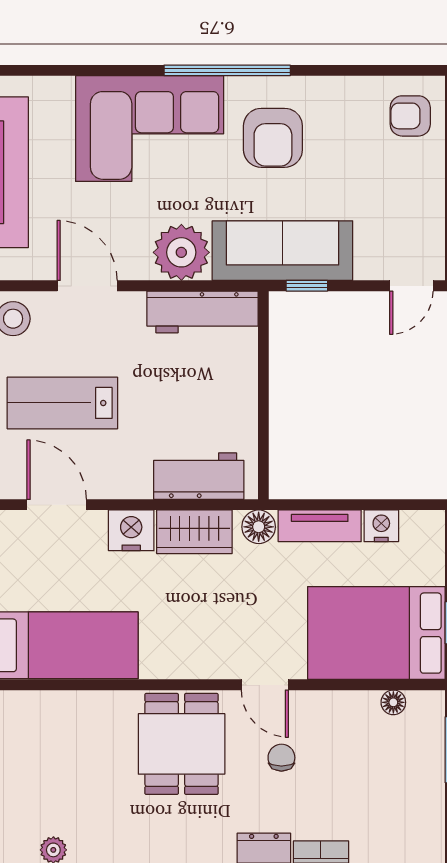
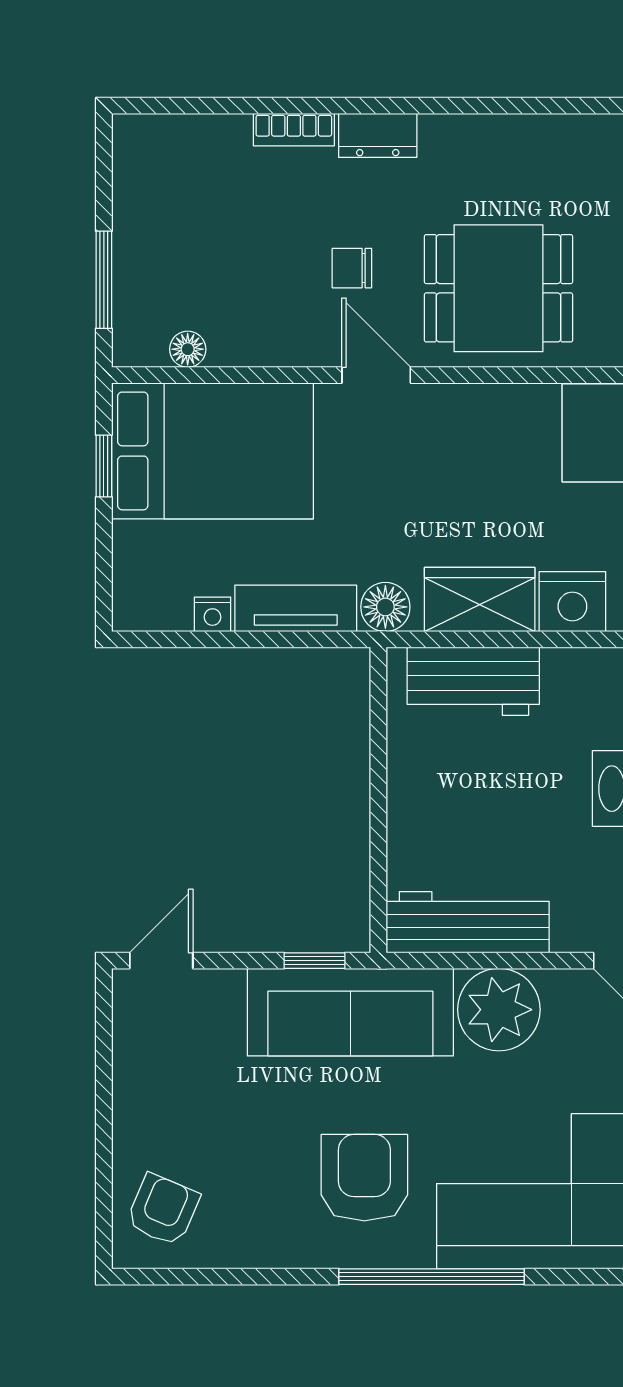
armchair: (410, 116) -> (163, 1210), turned -67
nightstand: (381, 526) -> (212, 614), width x0.72, depth x0.74
dining table: (182, 744) -> (499, 288), turned 90
chair: (281, 758) -> (352, 268), turned 90

